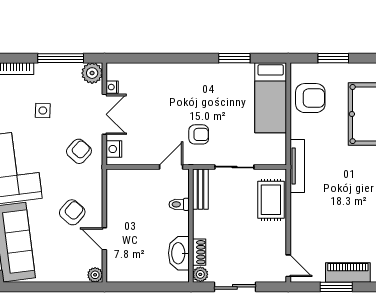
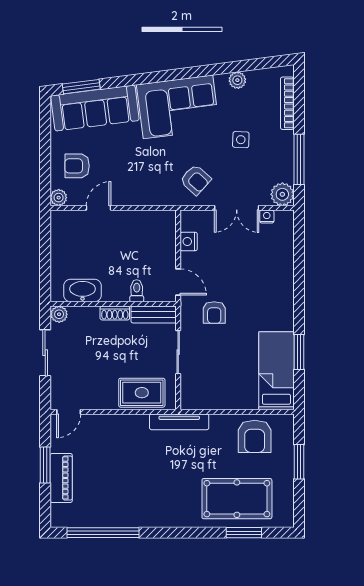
bed: (271, 98) -> (276, 371), moved, turned 90
nightstand: (114, 149) -> (189, 241), moved, turned -90
armchair: (72, 212) -> (77, 166), moved, turned 139
shoe rack: (199, 252) -> (115, 313), moved

